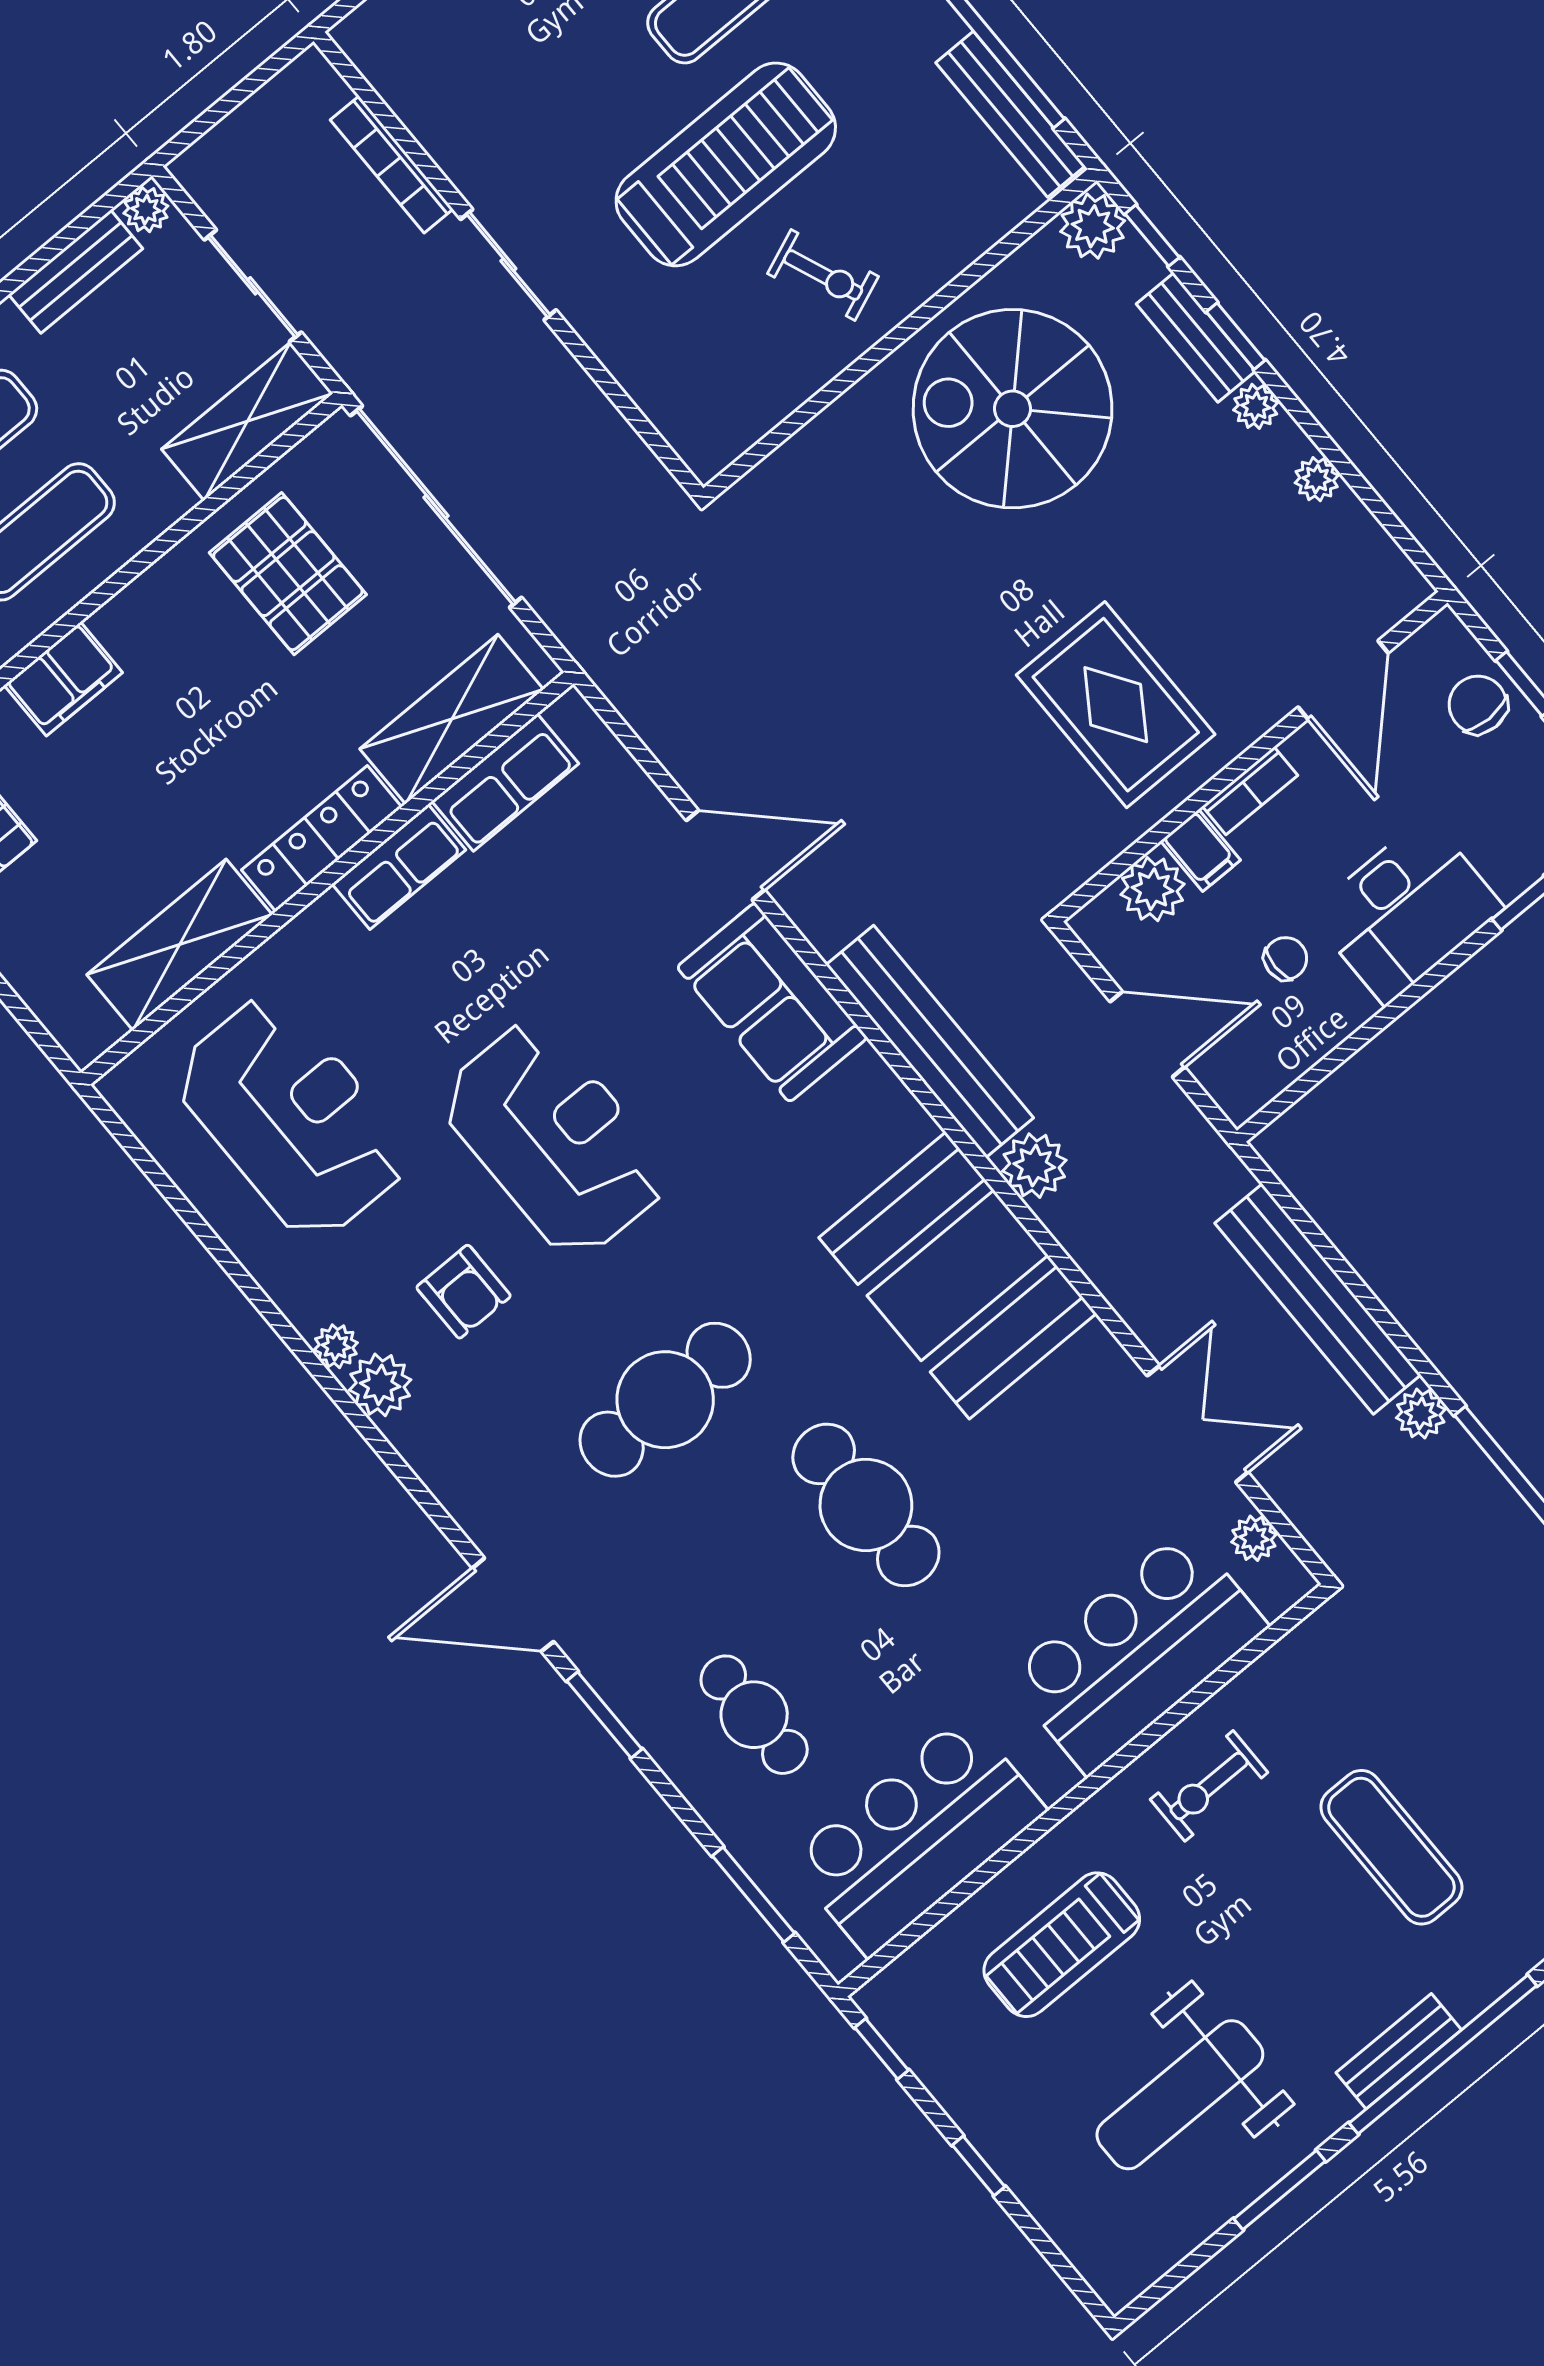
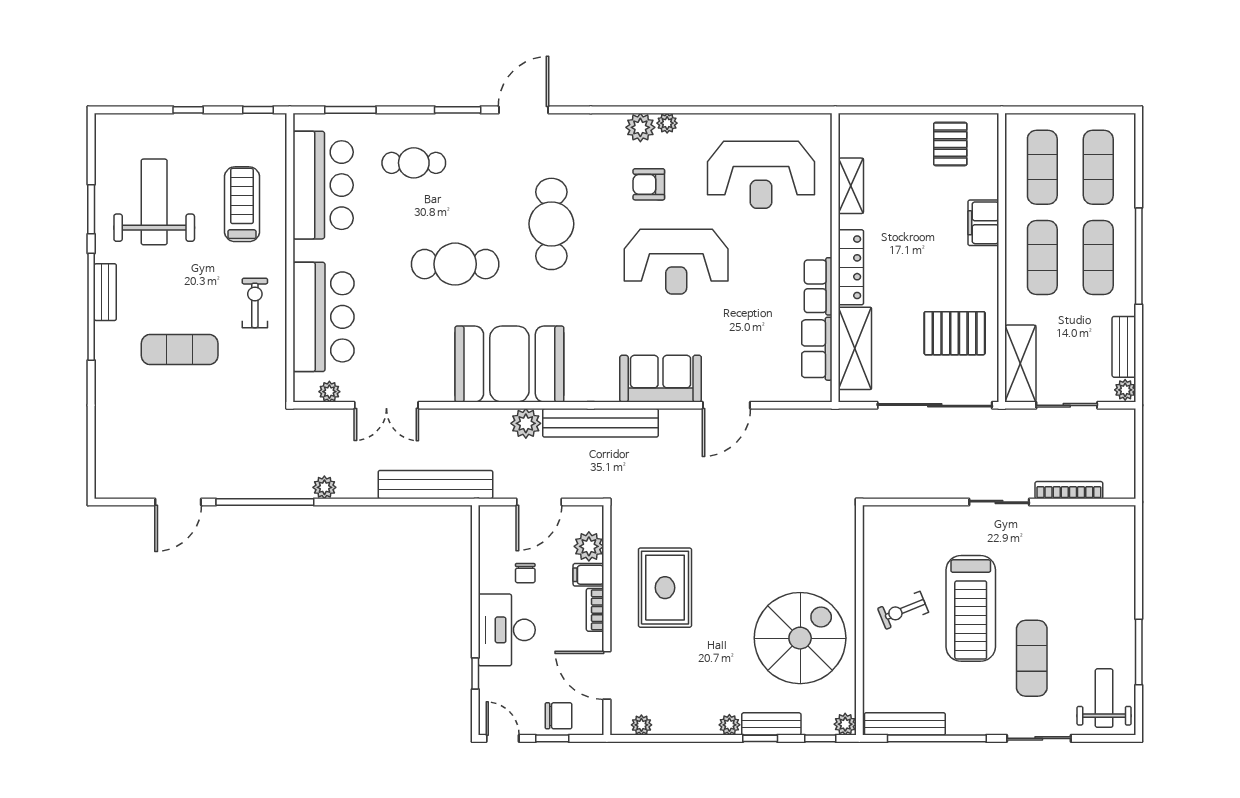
plant: (1093, 226) -> (845, 724), width x0.73, depth x0.73
plant: (1317, 479) -> (641, 725), moved
rug: (1116, 705) -> (665, 588), turned 90
shelving: (179, 945) -> (851, 186), width x0.67, depth x0.75
bench: (1318, 1299) -> (435, 485), moved

